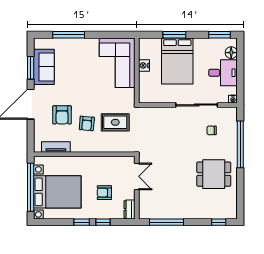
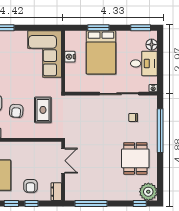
rug: (115, 122) -> (43, 110), turned 90
dining table: (214, 174) -> (135, 158), turned 90
armchair: (104, 193) -> (30, 186), moved, turned -90
plant: (228, 210) -> (148, 192), added

